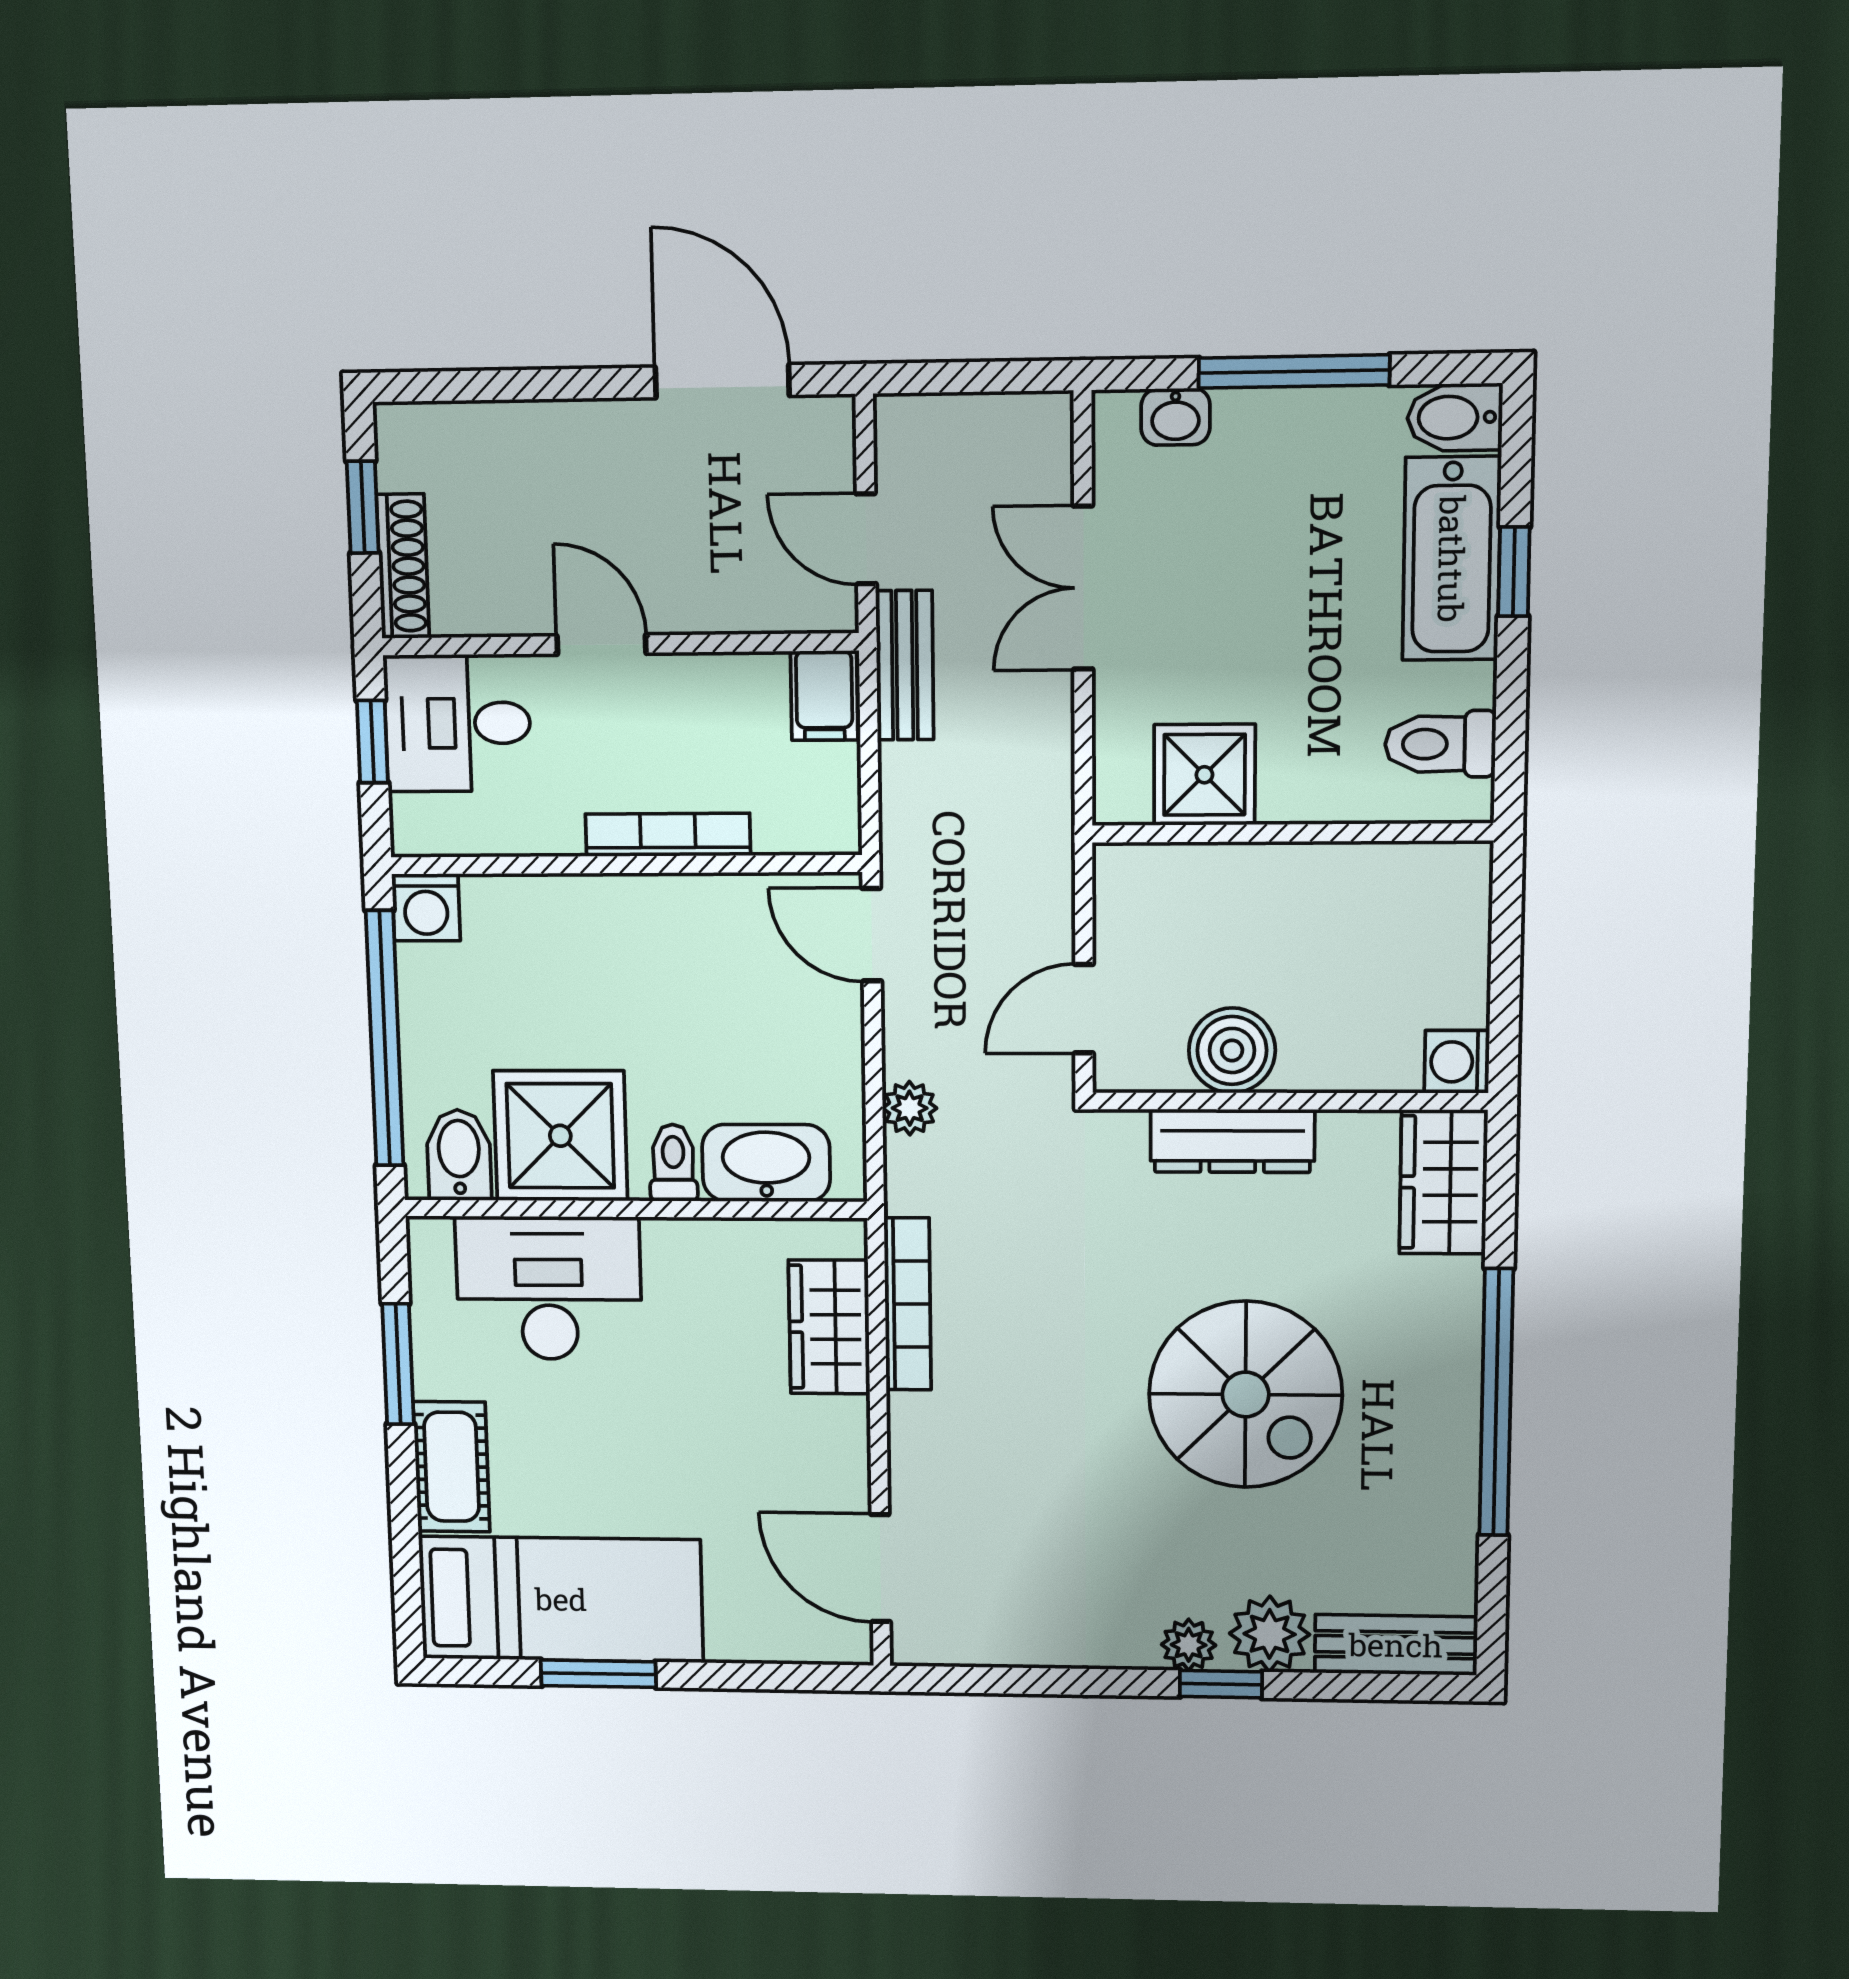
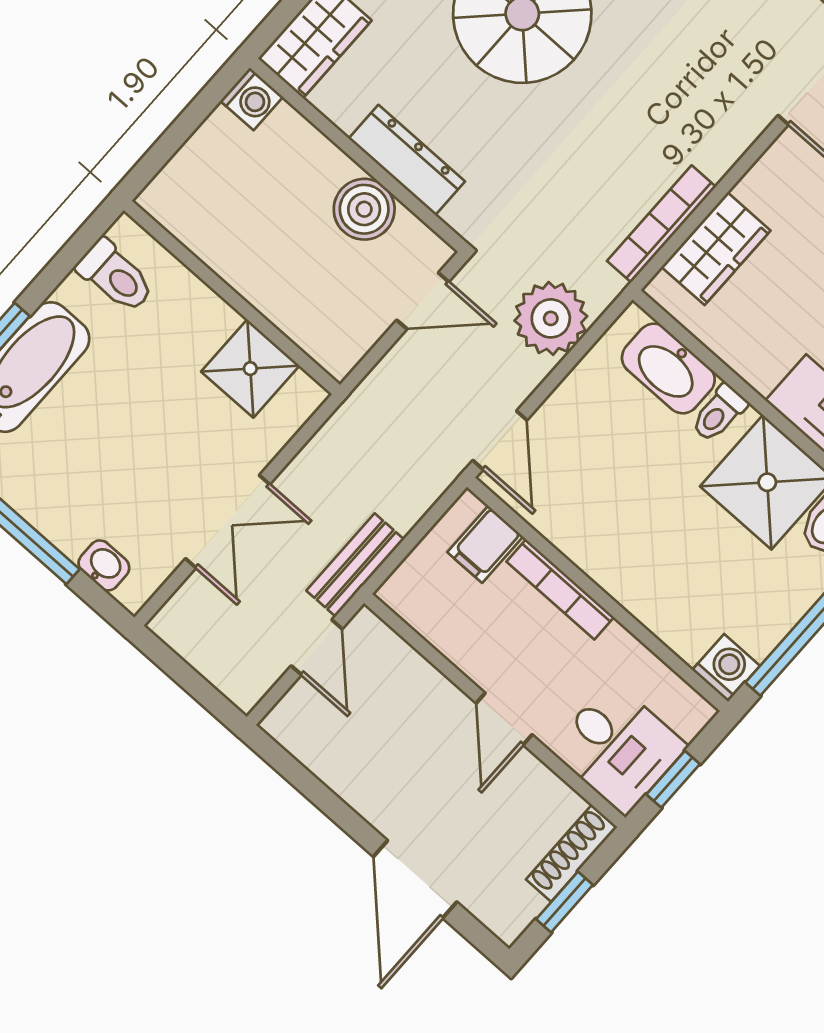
door: (722, 381) -> (415, 879), moved
filing cabinet: (824, 696) -> (485, 544), moved, turned 180
plant: (910, 1108) -> (551, 318), width x1.88, depth x1.88

